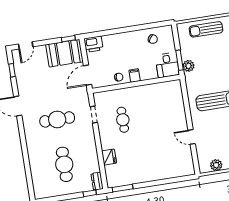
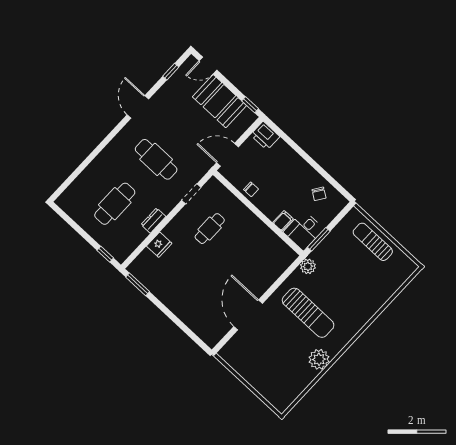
booth: (64, 53) -> (219, 101), moved
plant: (188, 66) -> (308, 266), moved
filing cabinet: (135, 76) -> (283, 221), moved
door: (192, 137) -> (248, 315), width x1.87
plant: (216, 165) -> (239, 364), removed
dresser: (97, 181) -> (153, 221), moved

